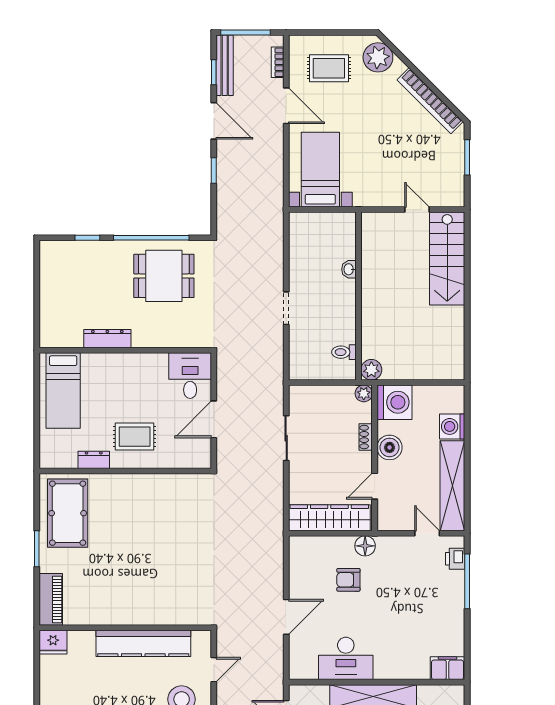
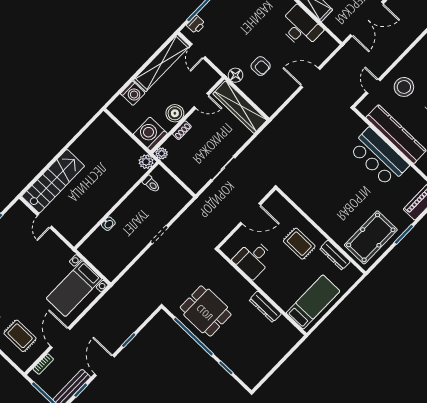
desk: (190, 376) -> (253, 259), moved
dresser: (94, 460) -> (335, 255), width x1.44
bar counter: (138, 603) -> (379, 157), added
door: (214, 670) -> (373, 86), hinge flipped

